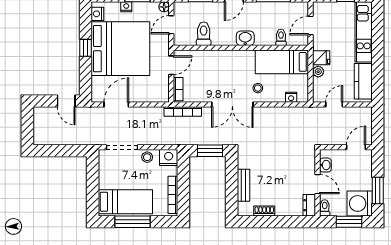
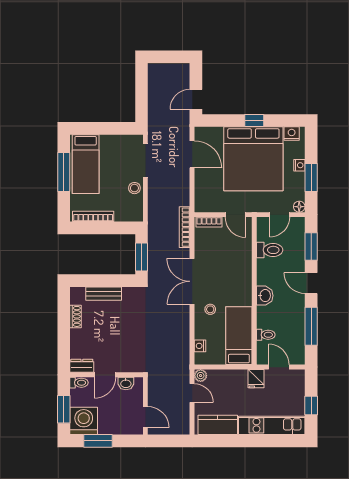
door: (171, 25) -> (280, 215), swing flipped
fridge: (321, 58) -> (256, 379), moved
plant: (318, 72) -> (201, 376), moved
nightstand: (169, 157) -> (134, 212), removed

